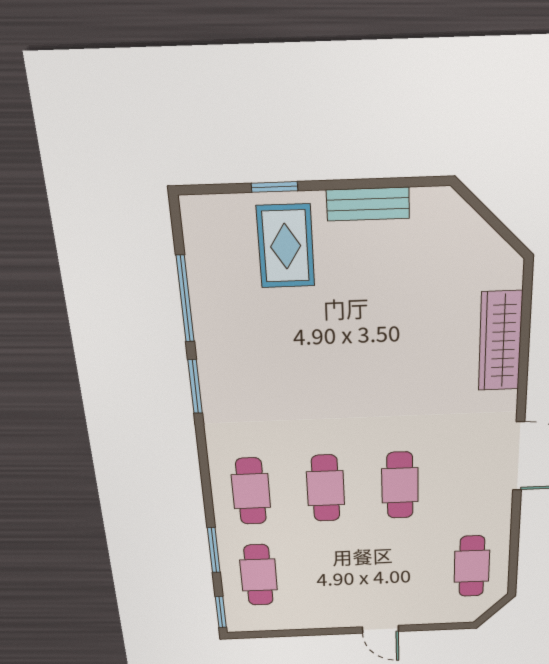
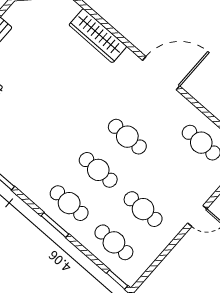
window: (214, 550) -> (55, 225), moved
cafe table: (330, 572) -> (143, 209), added

